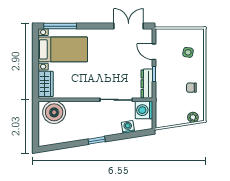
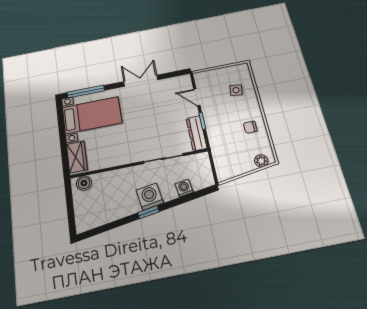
double door: (129, 26) -> (141, 81), moved
washing machine: (144, 110) -> (150, 197), moved, turned 81
boiler: (54, 112) -> (84, 183), width x0.54, depth x0.54

